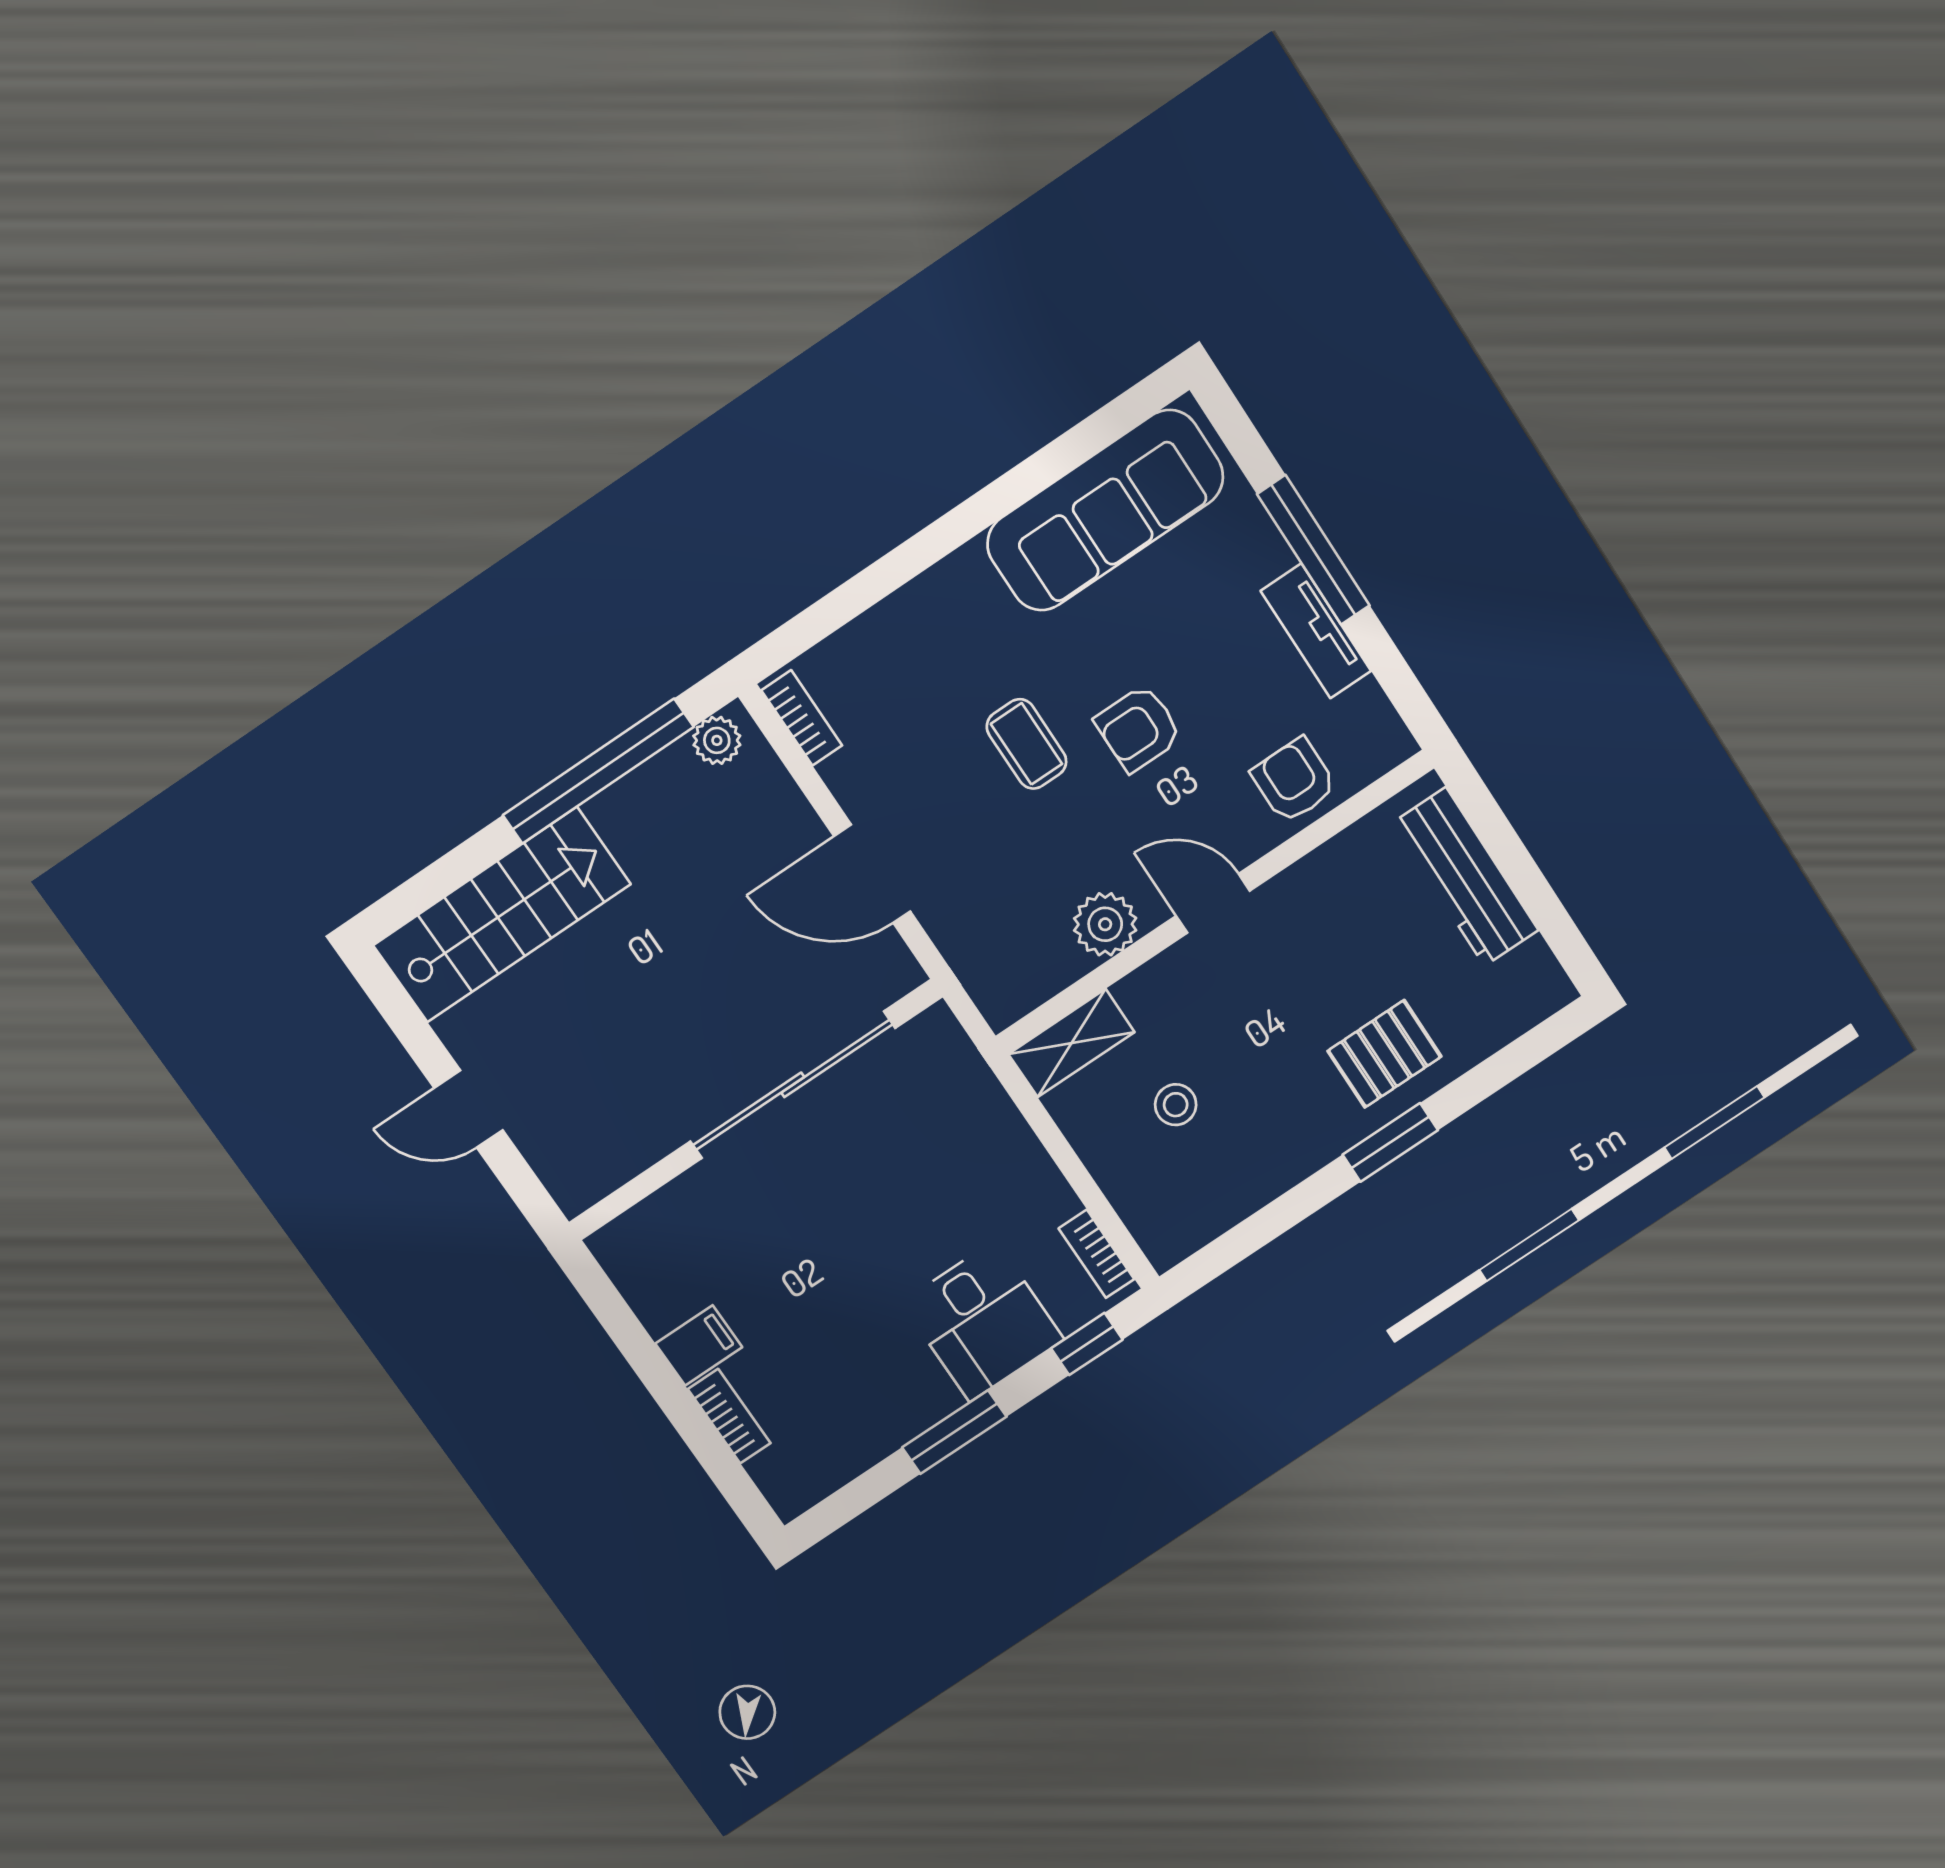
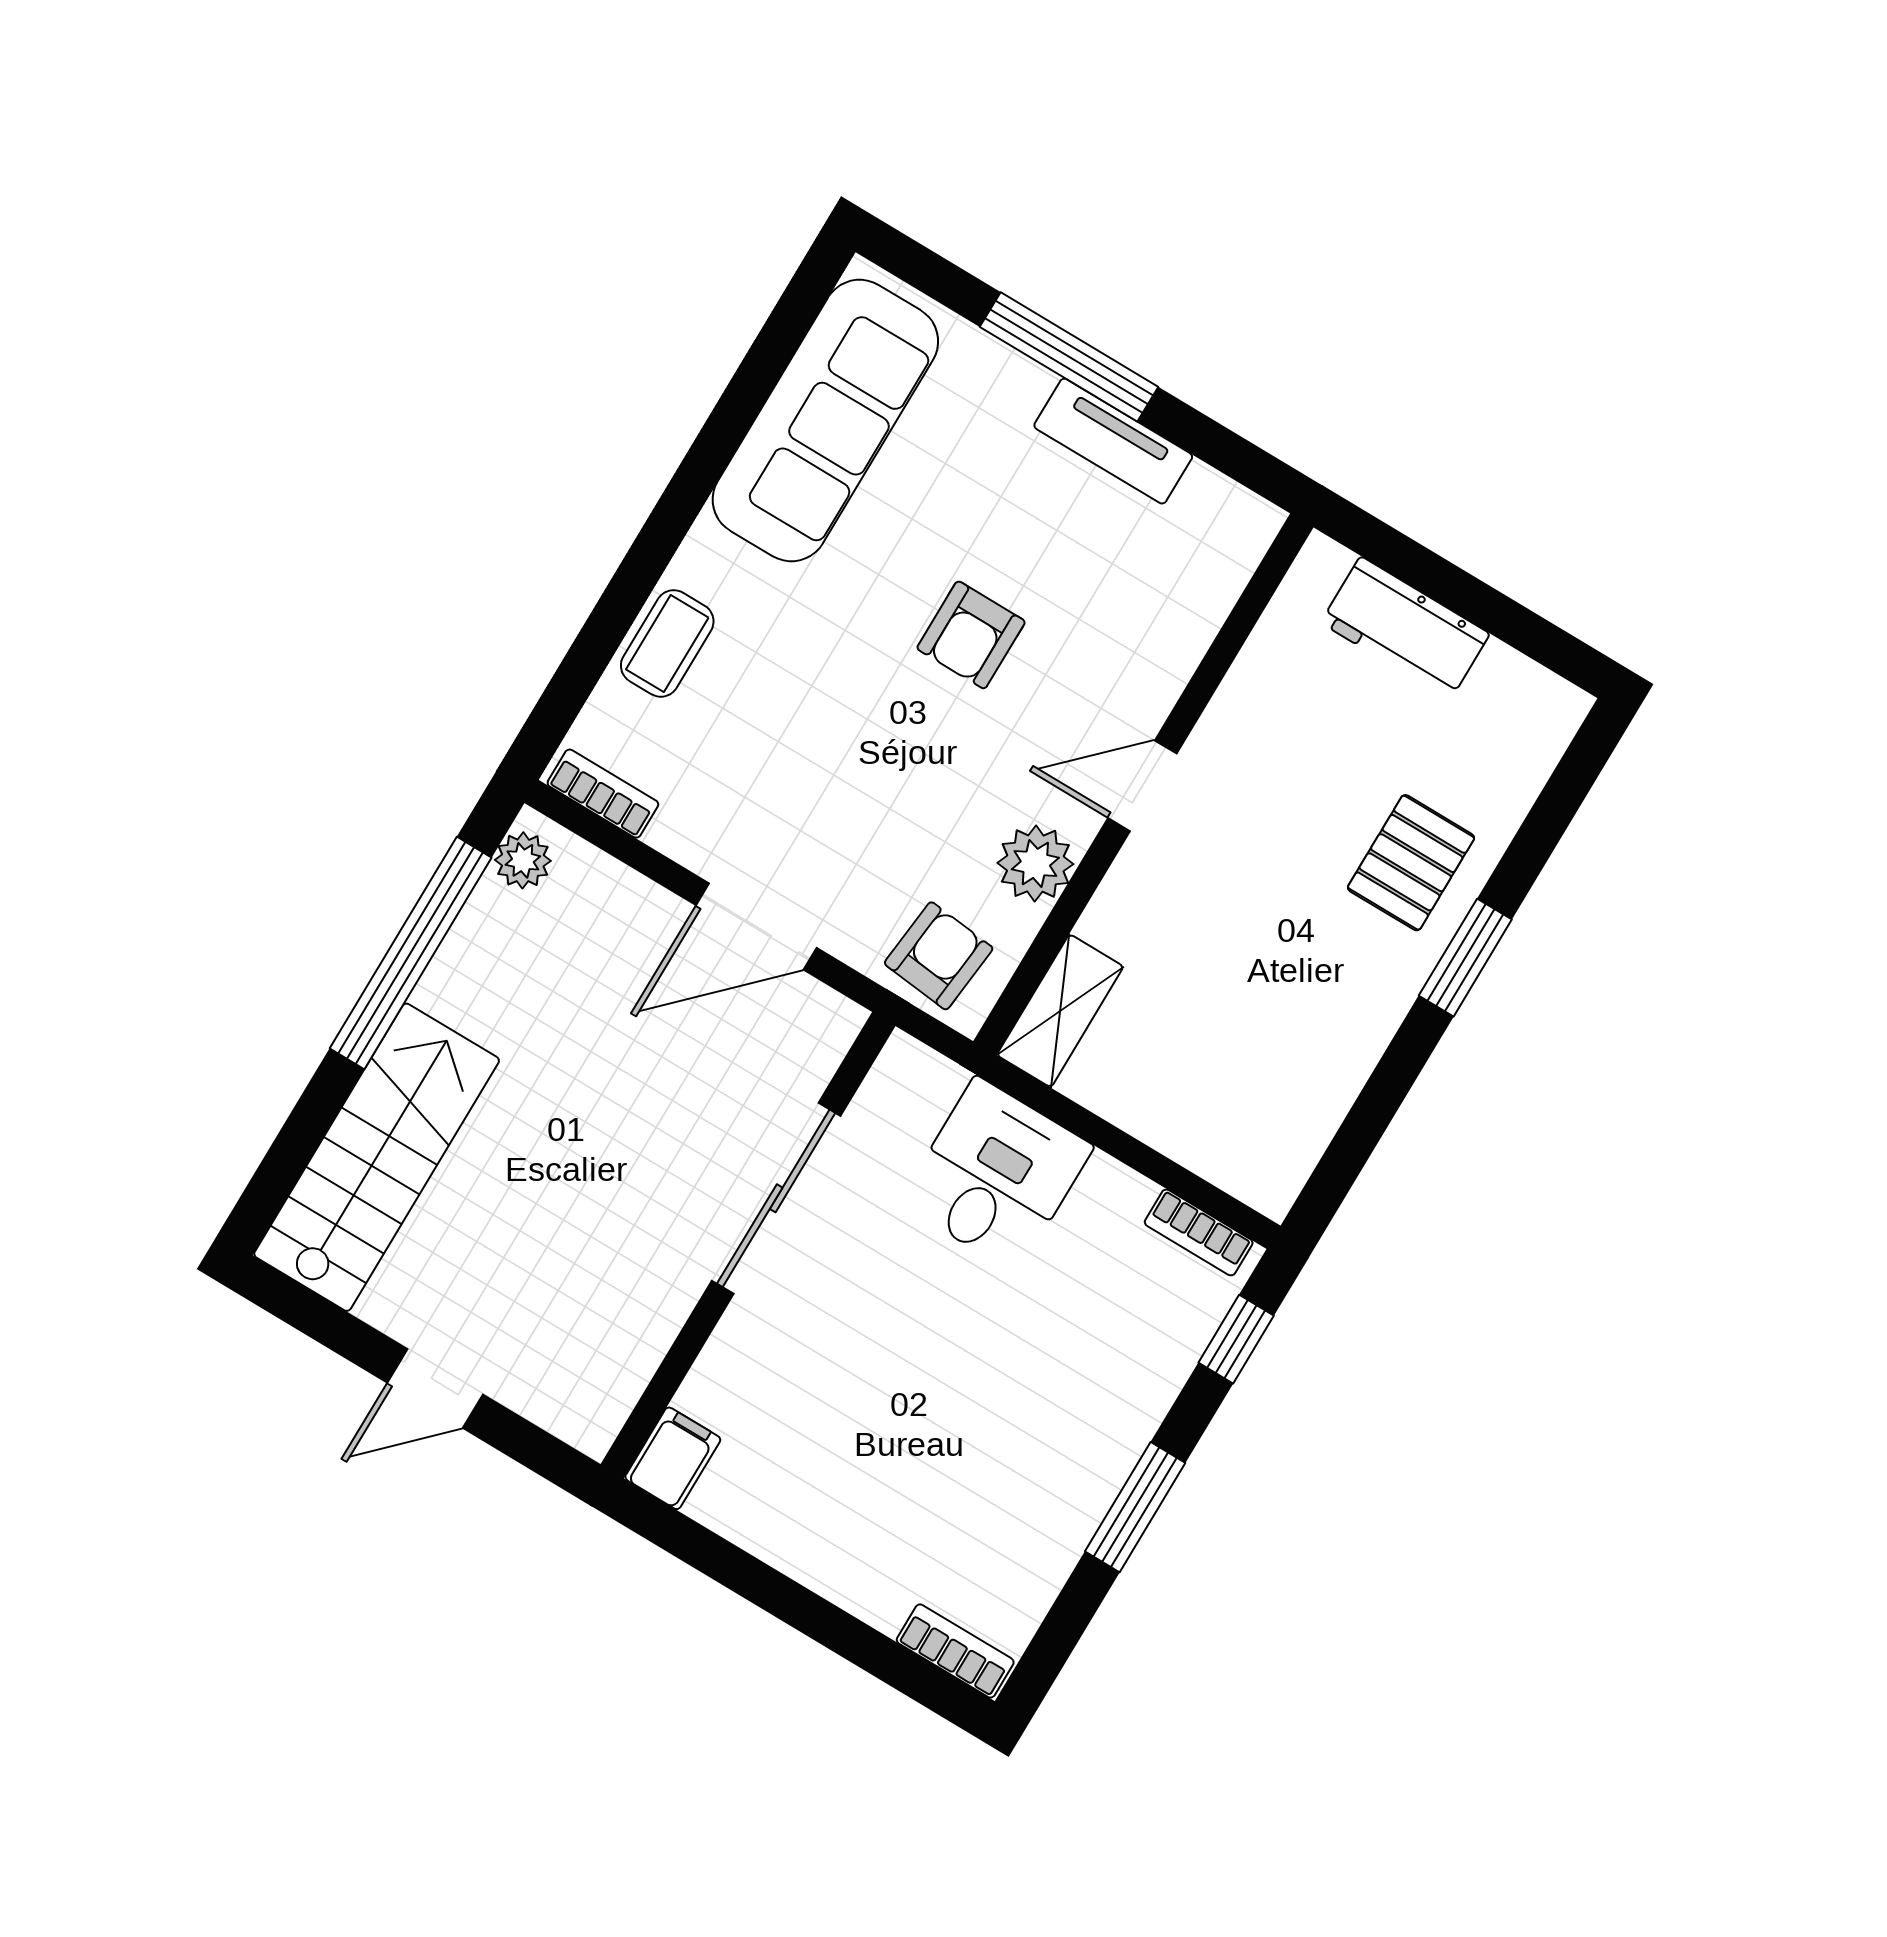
coffee table: (1027, 744) -> (667, 643), moved, turned 90
armchair: (1294, 780) -> (939, 956), moved, turned 96
workbench: (1465, 877) -> (1405, 628), width x0.73
sliding door: (793, 1085) -> (776, 1198), width x0.73
stool: (1176, 1105) -> (1207, 1026), removed
desk: (983, 1321) -> (996, 1175), moved, turned -90
filing cabinet: (699, 1345) -> (673, 1458), moved
bookcase: (729, 1416) -> (955, 1651), moved

